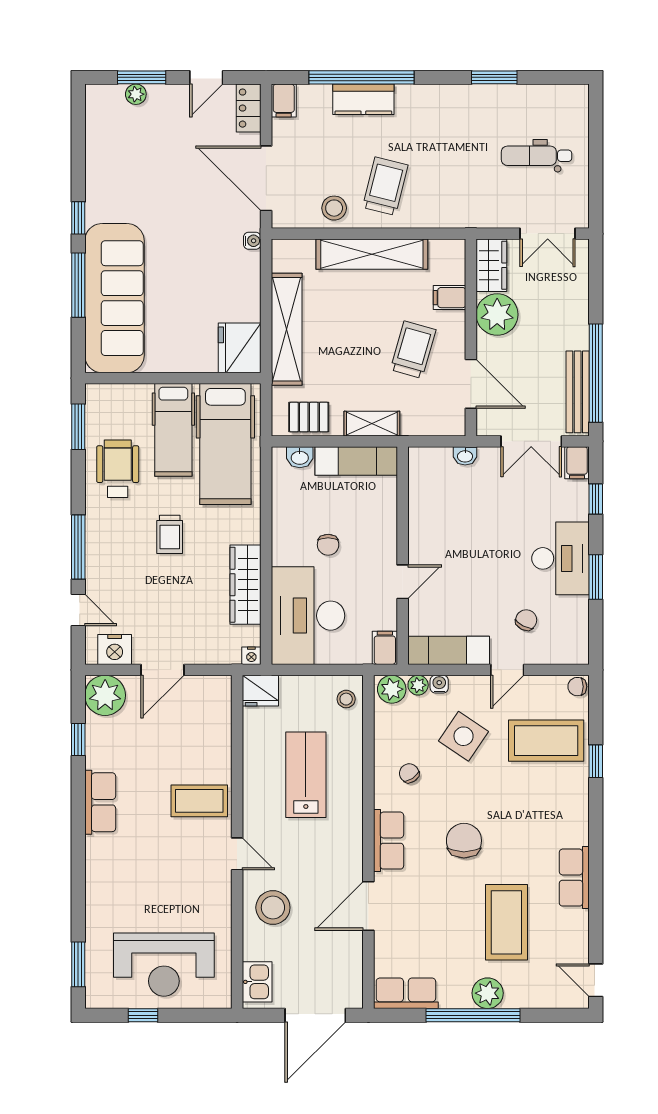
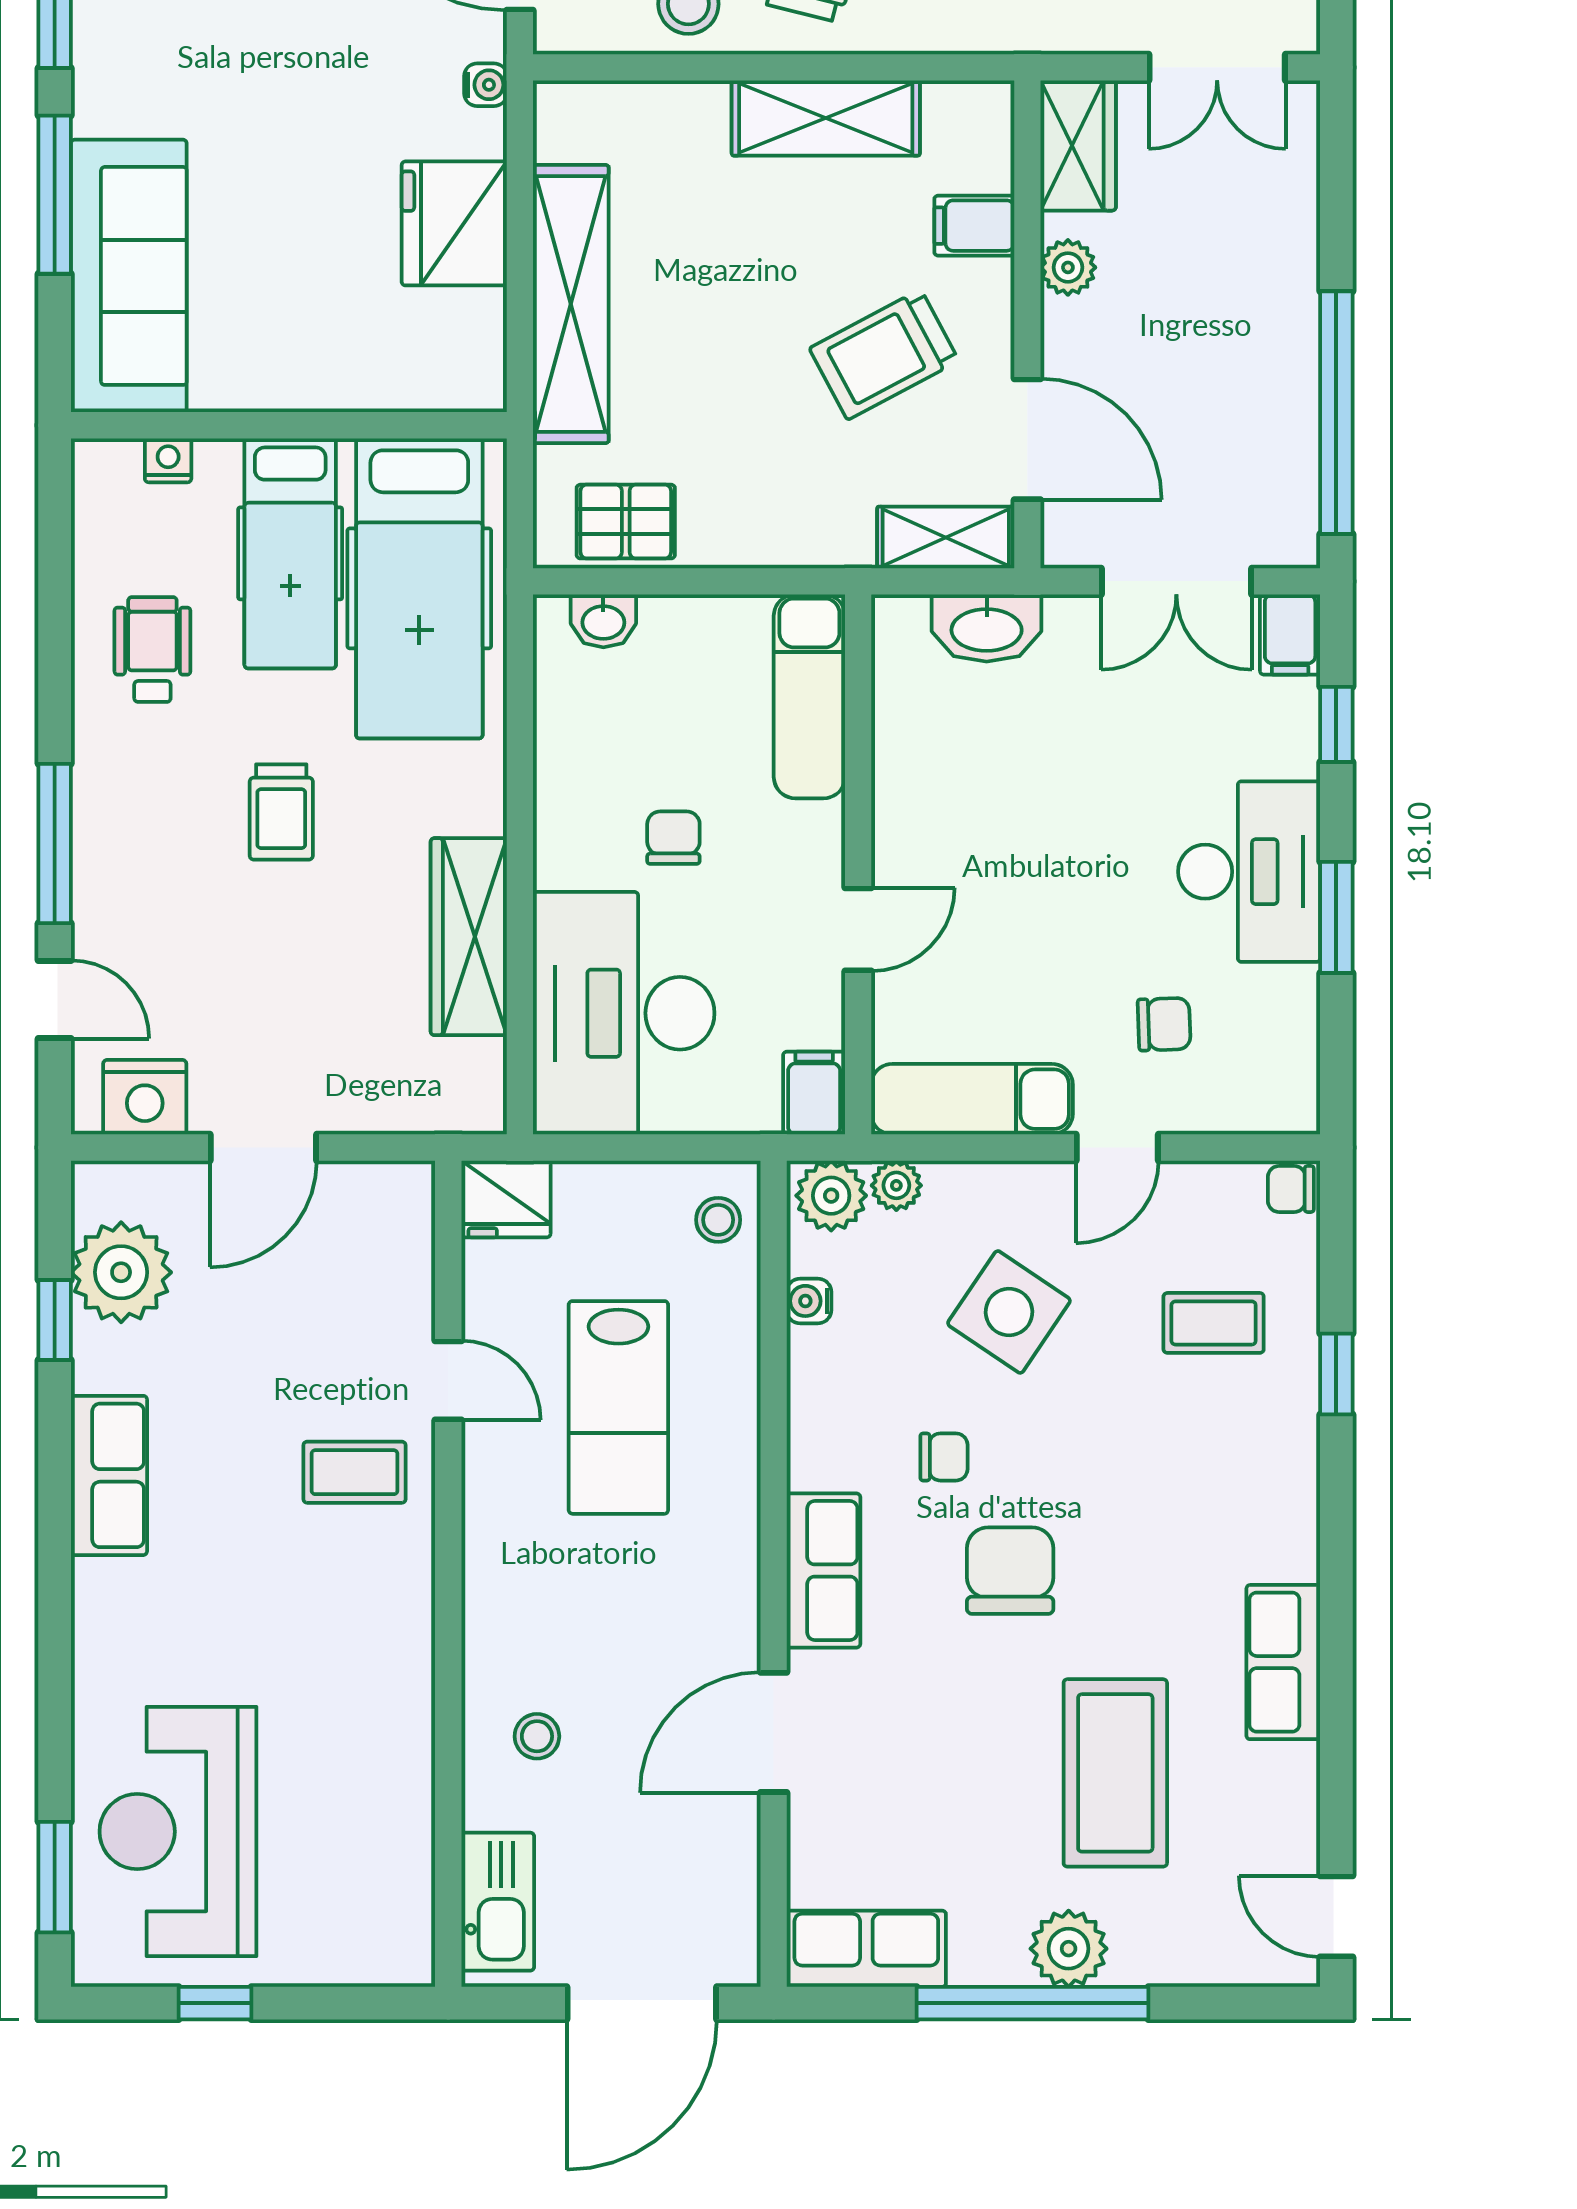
shelving: (372, 254) -> (826, 118), width x0.68
sofa: (114, 298) -> (129, 276), width x0.74, depth x0.79
plant: (497, 315) -> (1068, 267), width x0.53, depth x0.53
fridge: (240, 348) -> (454, 223), moved
trolley: (413, 350) -> (884, 355), turned -134
bench: (578, 392) -> (1292, 459), removed
shelving: (372, 424) -> (946, 538), moved
window: (78, 427) -> (55, 545), removed
washbasin: (465, 456) -> (987, 628), width x1.91, depth x1.45
exam couch: (356, 461) -> (809, 696), moved, turned 90
wheelchair: (118, 469) -> (152, 649), width x0.73, depth x0.73
chair: (328, 545) -> (673, 838), turned 180
chair: (526, 620) -> (1164, 1024), turned 61
nightstand: (251, 656) -> (168, 460), moved, turned 180
water cooler: (439, 684) -> (809, 1301), moved, turned -90
plant: (105, 695) -> (121, 1272), moved
coffee table: (546, 741) -> (1214, 1323), width x0.54, depth x0.58
chair: (409, 773) -> (944, 1457), moved, turned 123
lab bench: (306, 775) -> (618, 1407), turned 180
coffee table: (199, 801) -> (355, 1472), width x0.73, depth x0.77
door: (237, 854) -> (448, 1380), moved
stool: (273, 908) -> (537, 1736), width x0.53, depth x0.53
reception desk: (164, 965) -> (178, 1832), moved, turned 90
kitchen sink: (257, 982) -> (498, 1902), width x1.38

